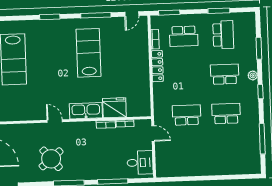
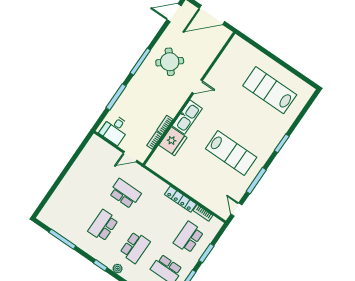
window: (169, 13) -> (206, 253), moved
school desk: (226, 114) -> (103, 225), turned 180
school desk: (187, 115) -> (125, 194), turned -90

